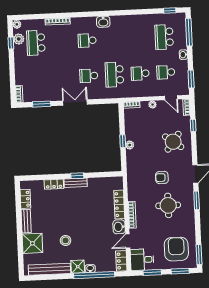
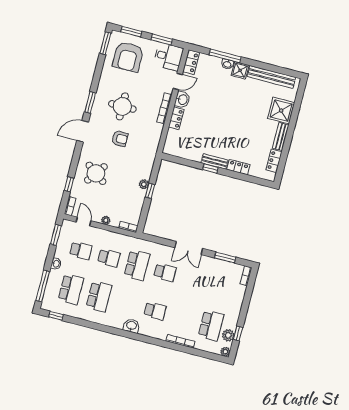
school desk: (138, 38) -> (99, 296), added
locker: (119, 205) -> (176, 118), width x0.66
stool: (66, 240) -> (245, 103), removed
window: (94, 275) -> (225, 56), width x0.68

